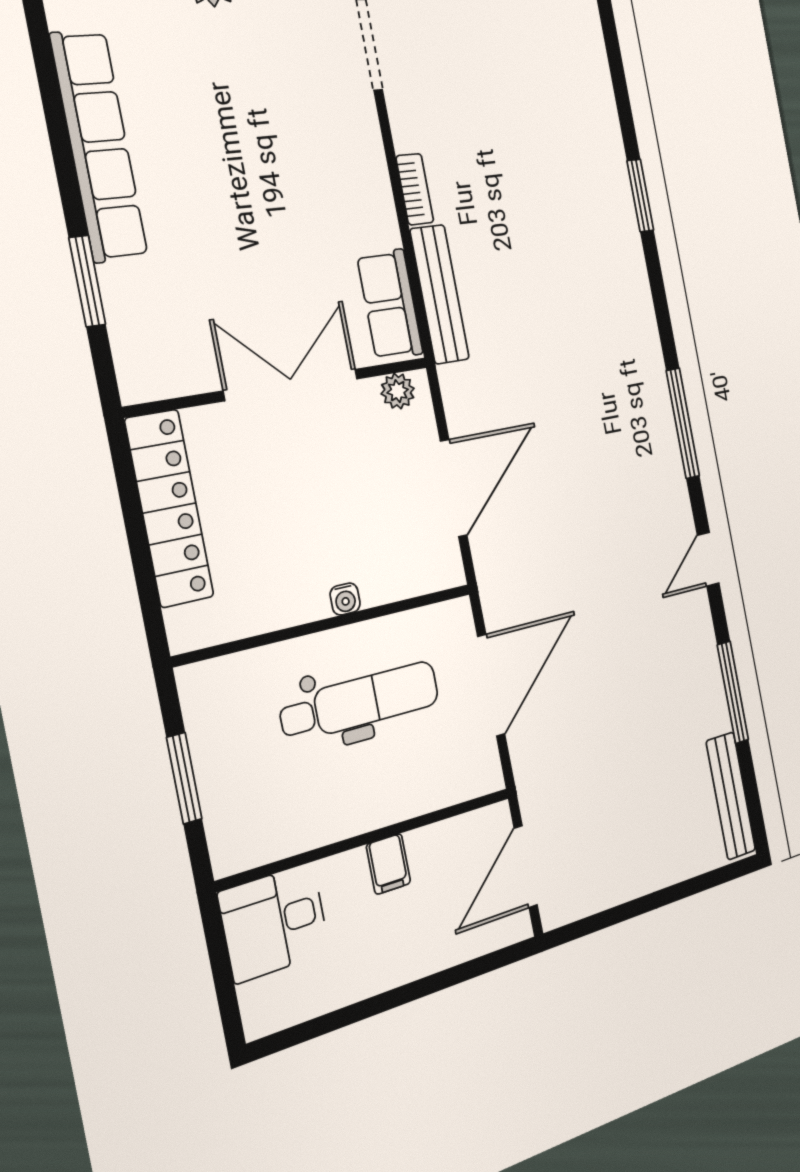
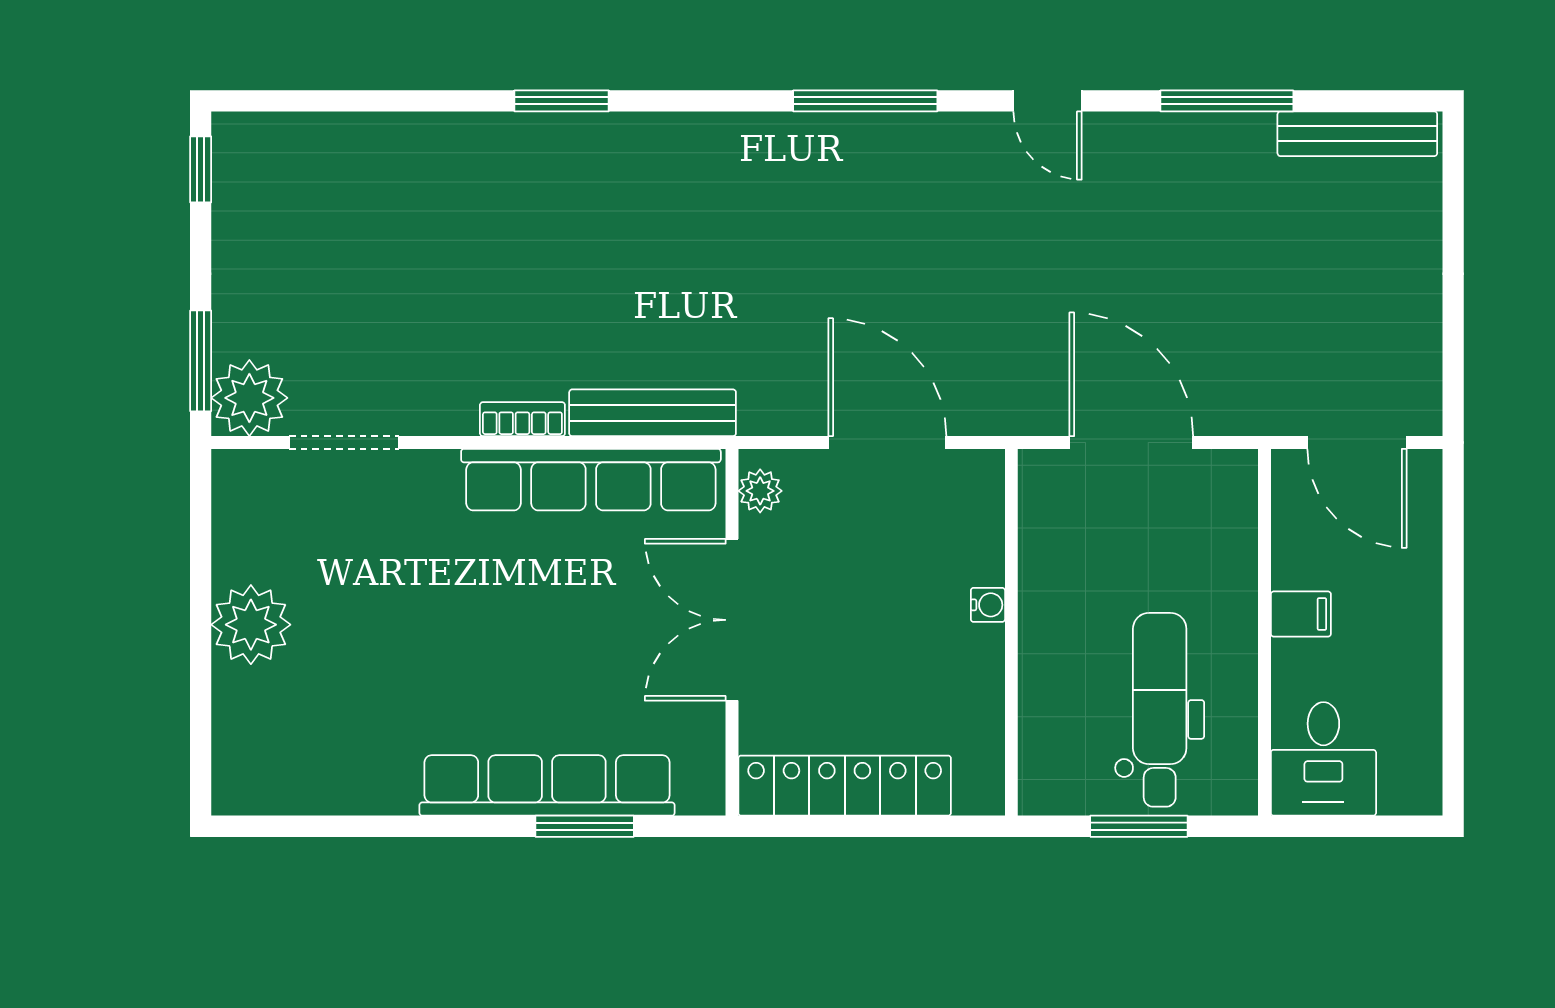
row of seats: (99, 146) -> (547, 785), moved
row of seats: (390, 304) -> (591, 480), width x2.02
dental chair: (360, 702) -> (1160, 710), moved

